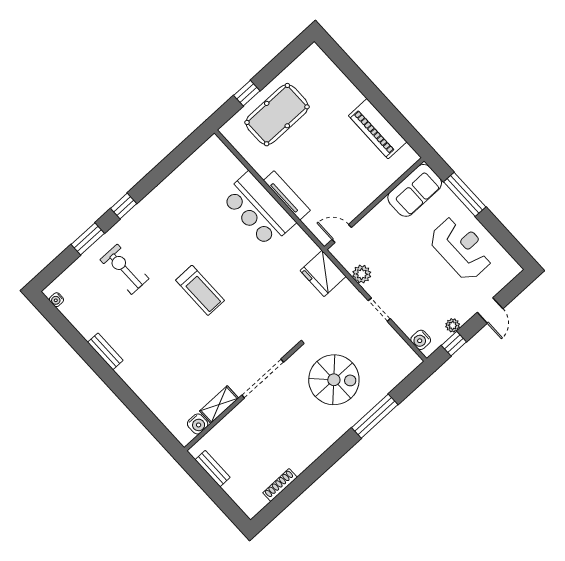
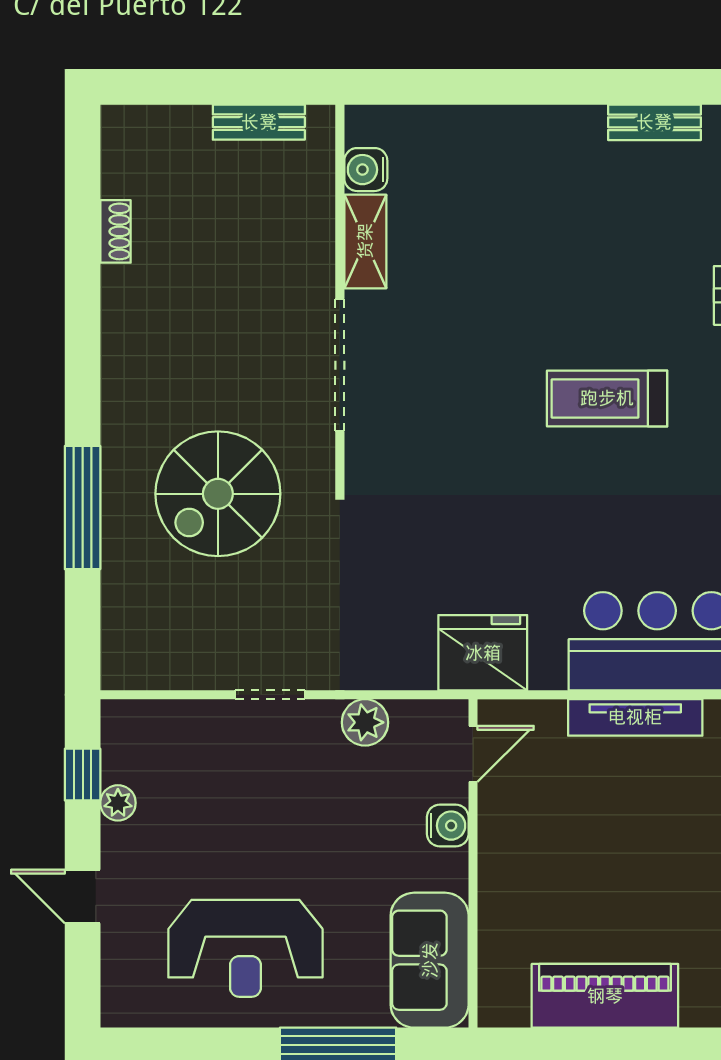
fridge: (323, 273) -> (483, 653), moved
water cooler: (421, 340) -> (448, 826), moved, turned 90
shoe rack: (280, 485) -> (115, 231), width x0.70

